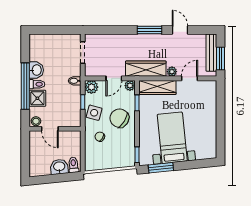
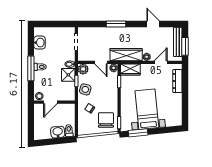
window: (150, 30) -> (116, 24), moved
washbasin: (36, 70) -> (40, 43), moved
door: (114, 78) -> (101, 62), hinge flipped
window: (25, 86) -> (31, 68), width x0.68
wardrobe: (157, 87) -> (130, 69), width x0.67
shower: (37, 98) -> (68, 75), moved
dresser: (211, 102) -> (177, 81), added
chair: (119, 118) -> (106, 120), moved, turned 58
door: (50, 129) -> (50, 102), hinge flipped

